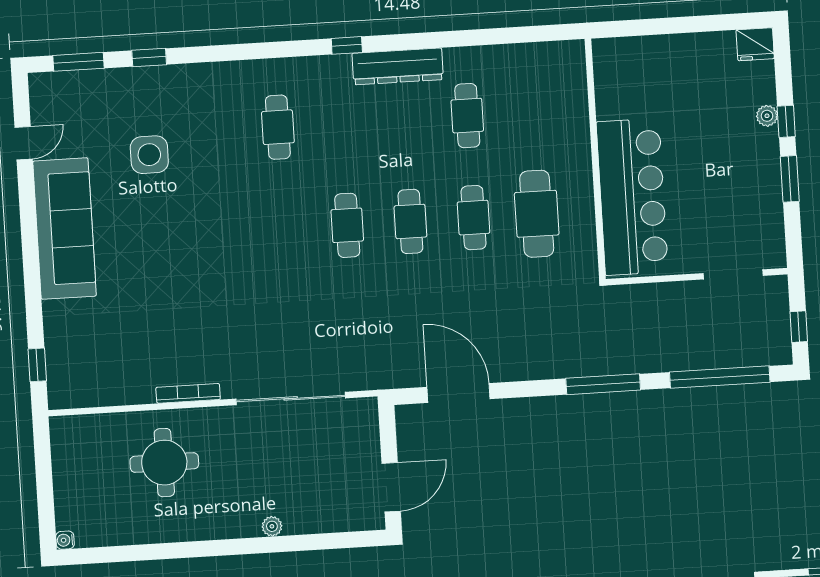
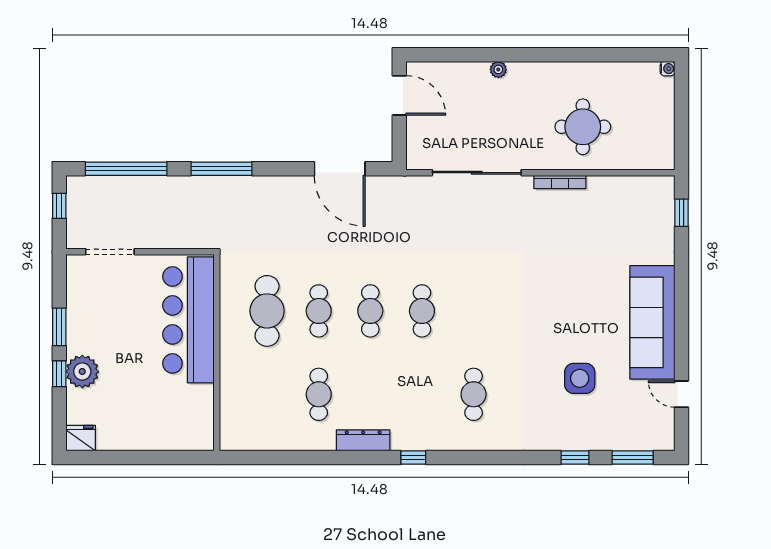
dresser: (398, 66) -> (363, 440), width x0.73, depth x0.80
plant: (767, 116) -> (82, 372), width x1.87, depth x1.87
door: (24, 143) -> (681, 394), hinge flipped
door: (391, 487) -> (399, 95), swing flipped

